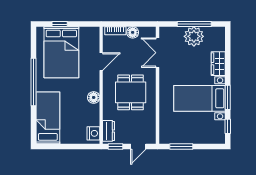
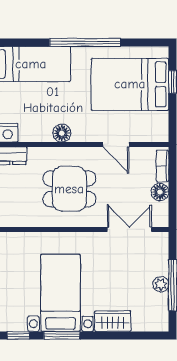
plant: (194, 36) -> (161, 284), width x0.53, depth x0.53

